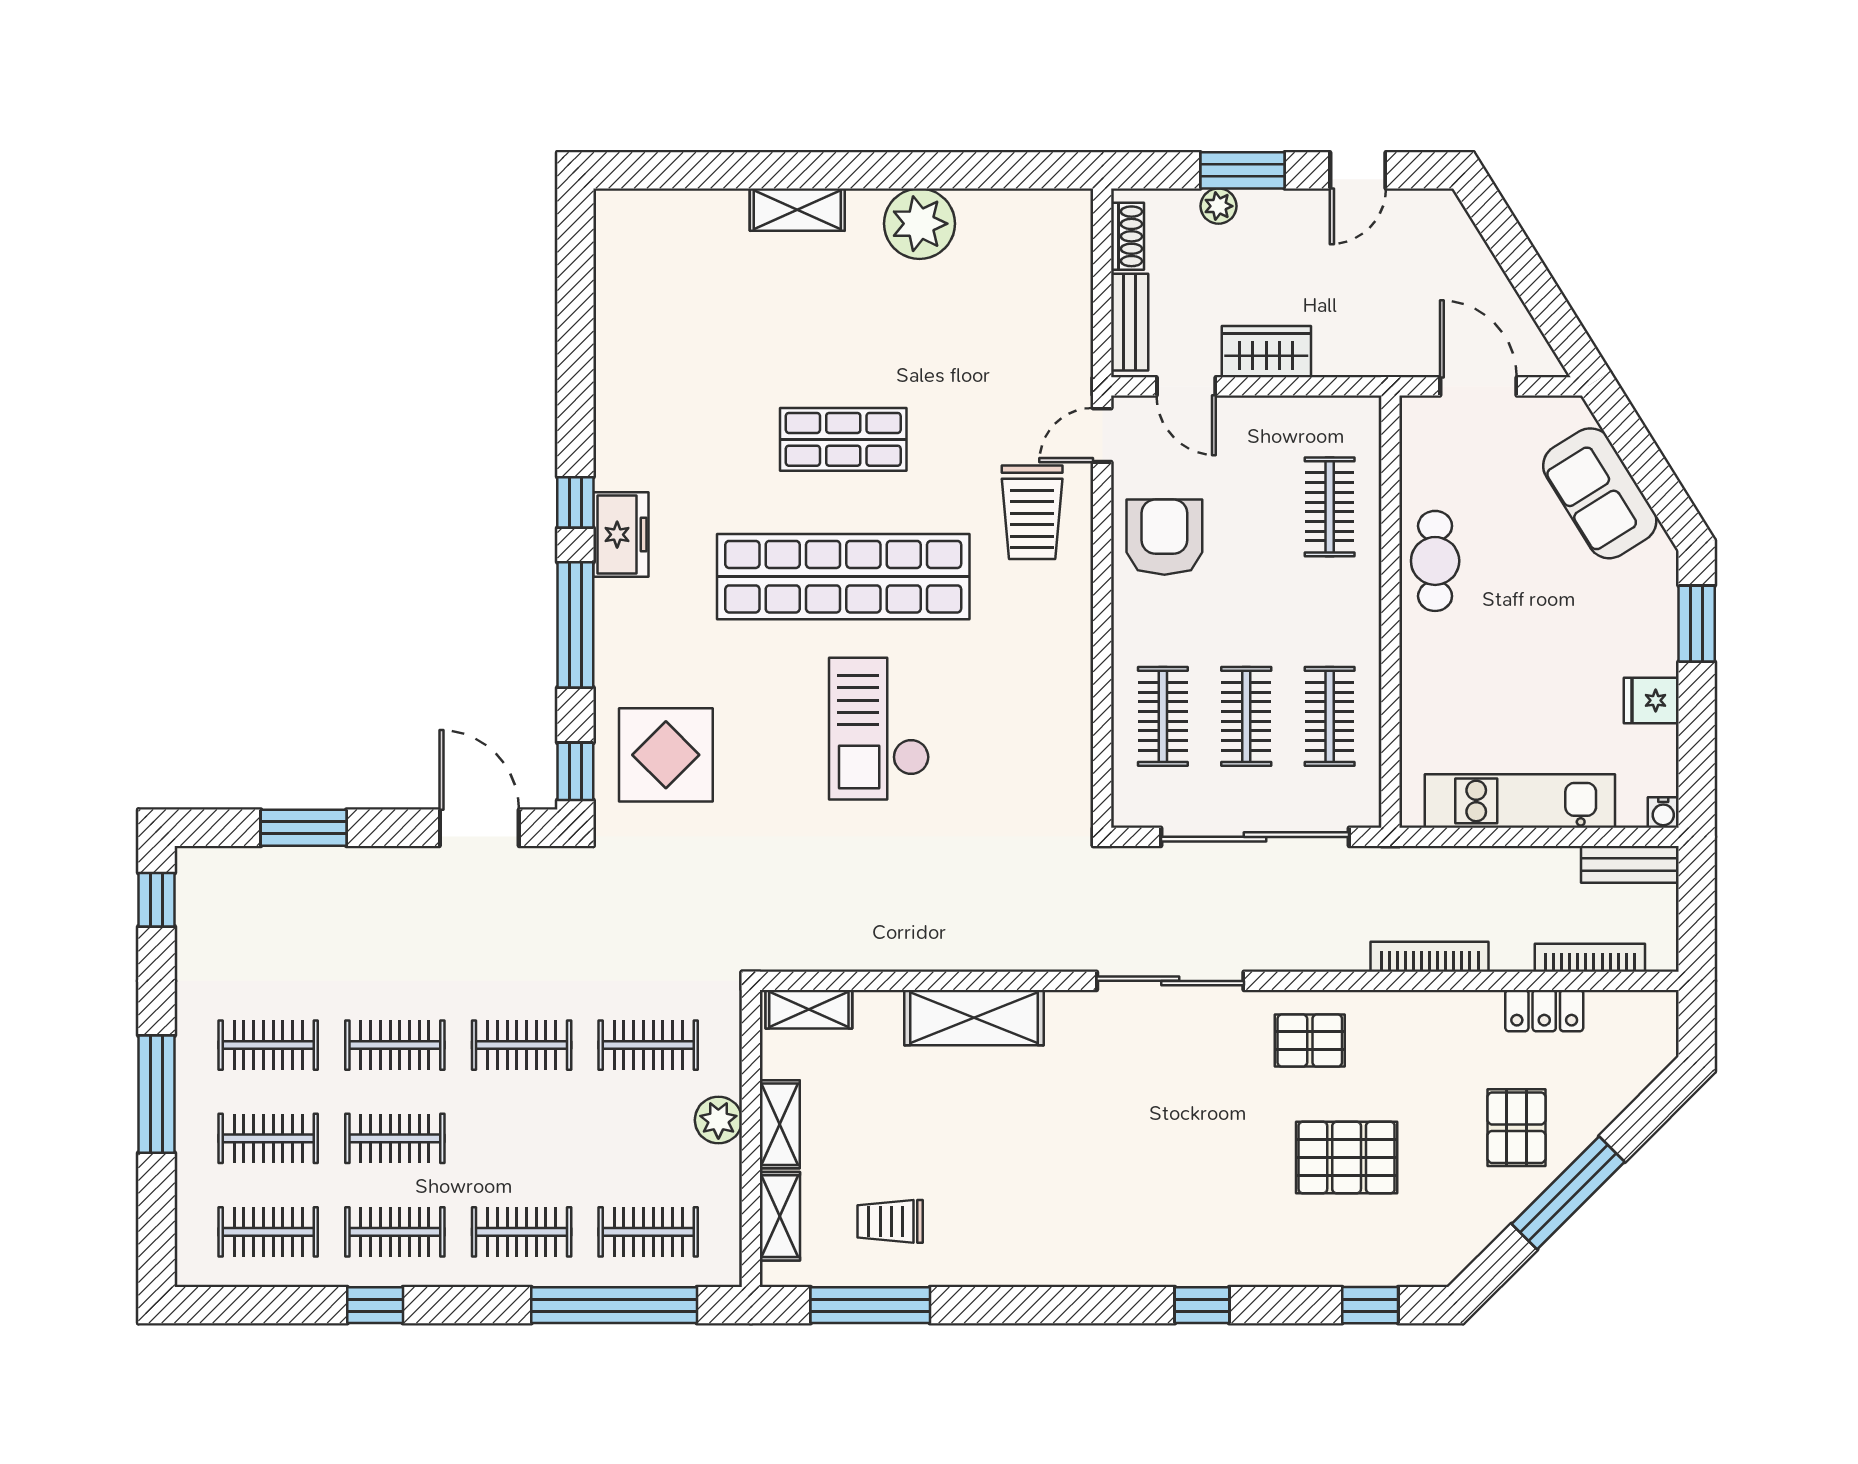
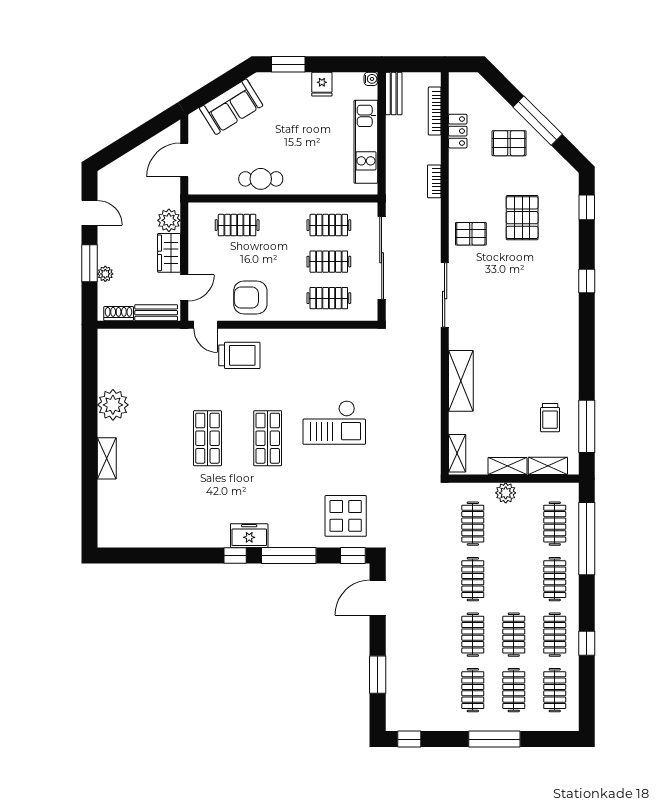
plant: (1341, 351) -> (169, 220), added
shop shelf: (843, 577) -> (268, 438), width x0.50, depth x0.74
bookcase: (1430, 957) -> (434, 181), width x0.64
pallet: (1310, 1041) -> (471, 234), turned 90

